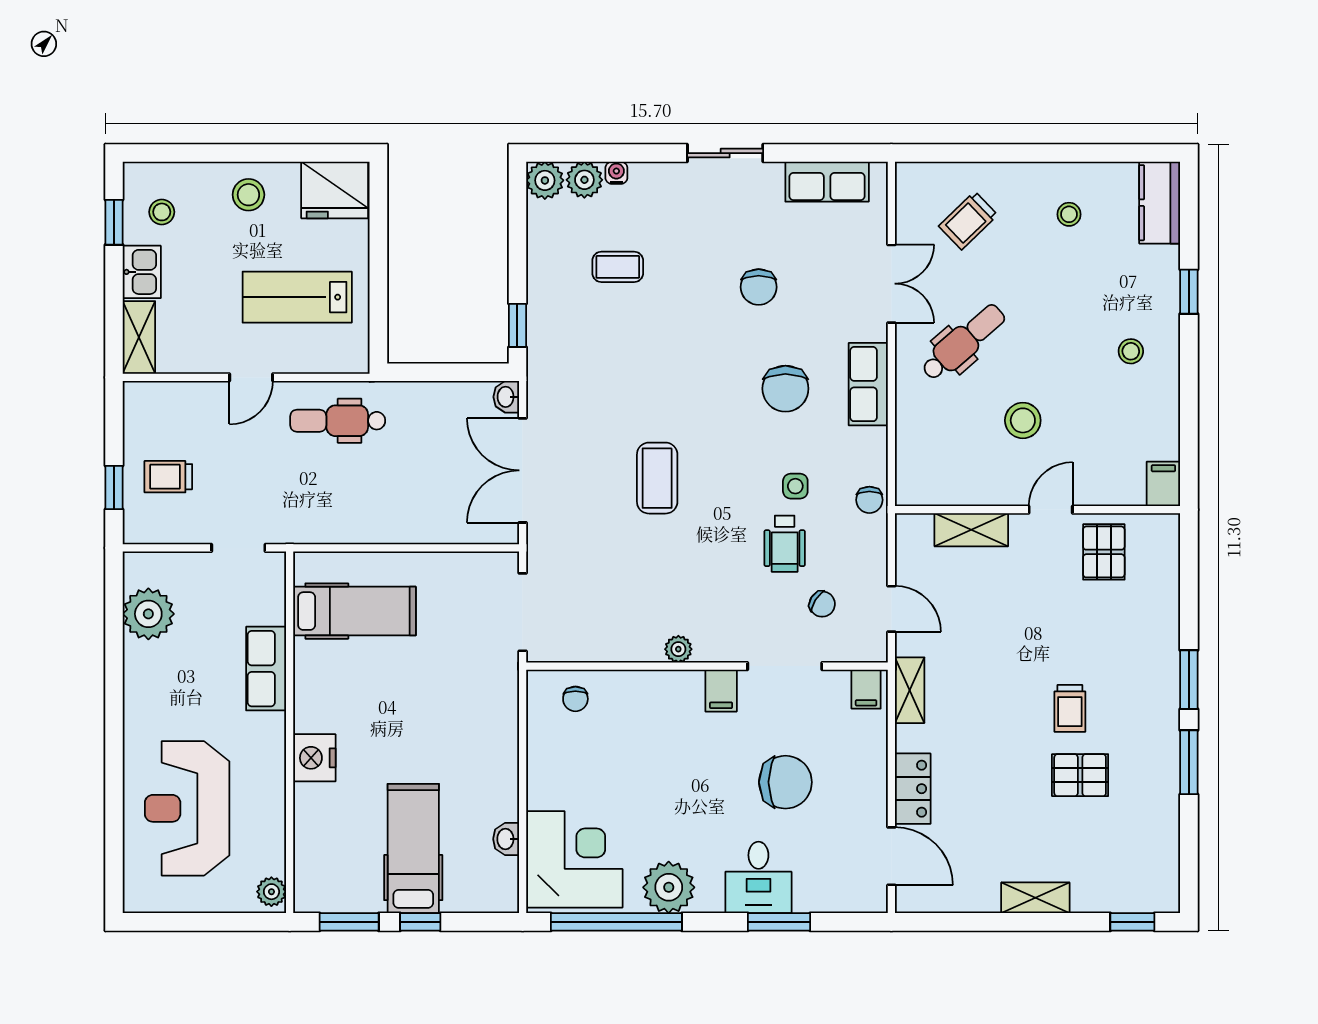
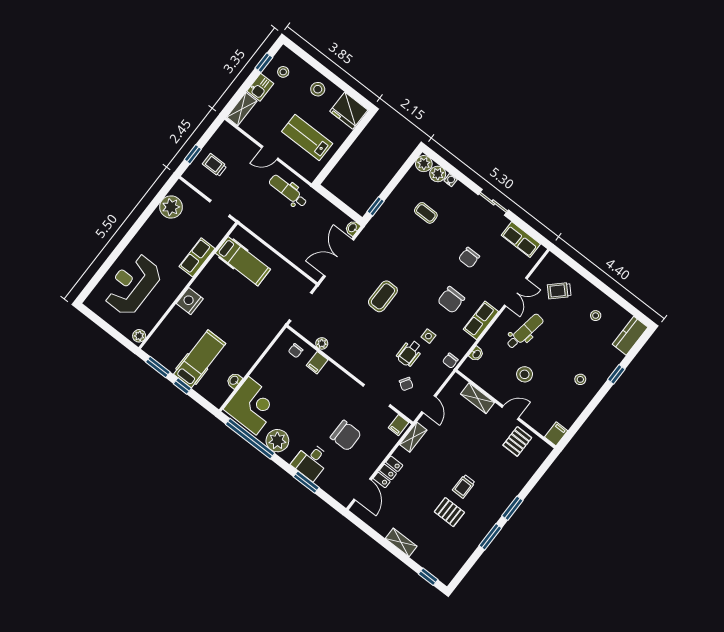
dental chair: (963, 342) -> (525, 331), turned -40
washbasin: (907, 451) -> (476, 354), added
plant: (678, 649) -> (322, 343), moved
filing cabinet: (721, 691) -> (317, 363), moved

